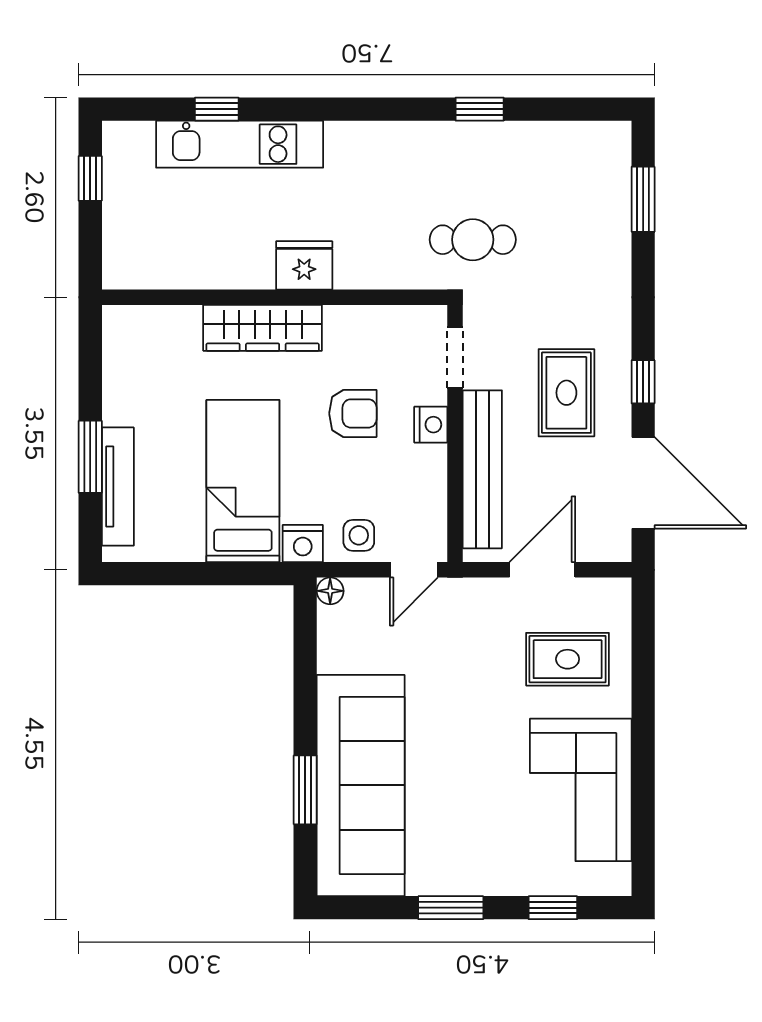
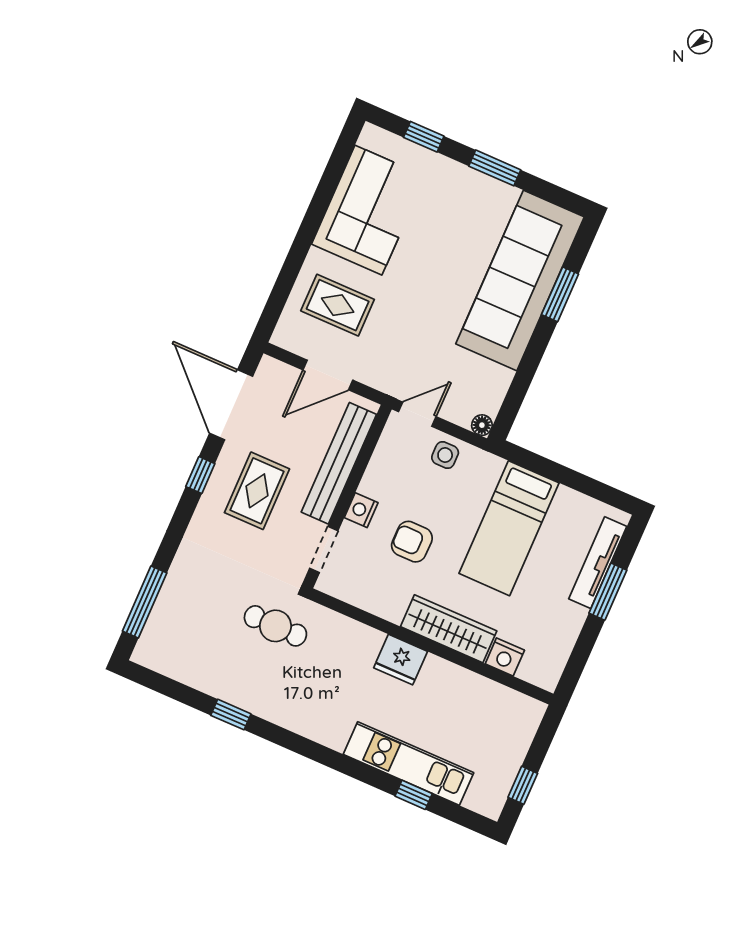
window: (643, 199) -> (145, 602), width x1.44
nightstand: (303, 544) -> (505, 657), moved, turned 180

